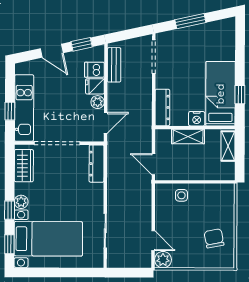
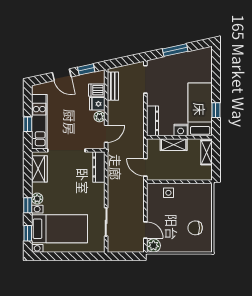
chair: (214, 238) -> (195, 228), turned -79

